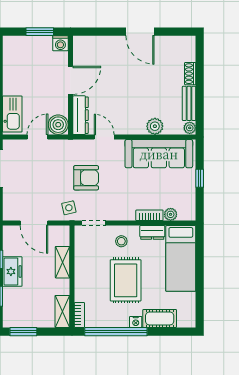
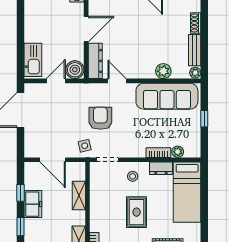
armchair: (86, 178) -> (100, 118), turned -90
rug: (126, 280) -> (137, 212), width x0.73, depth x0.70

